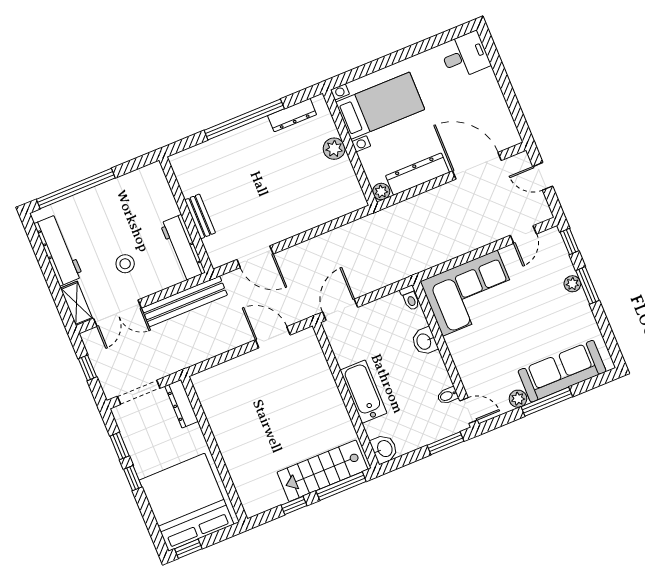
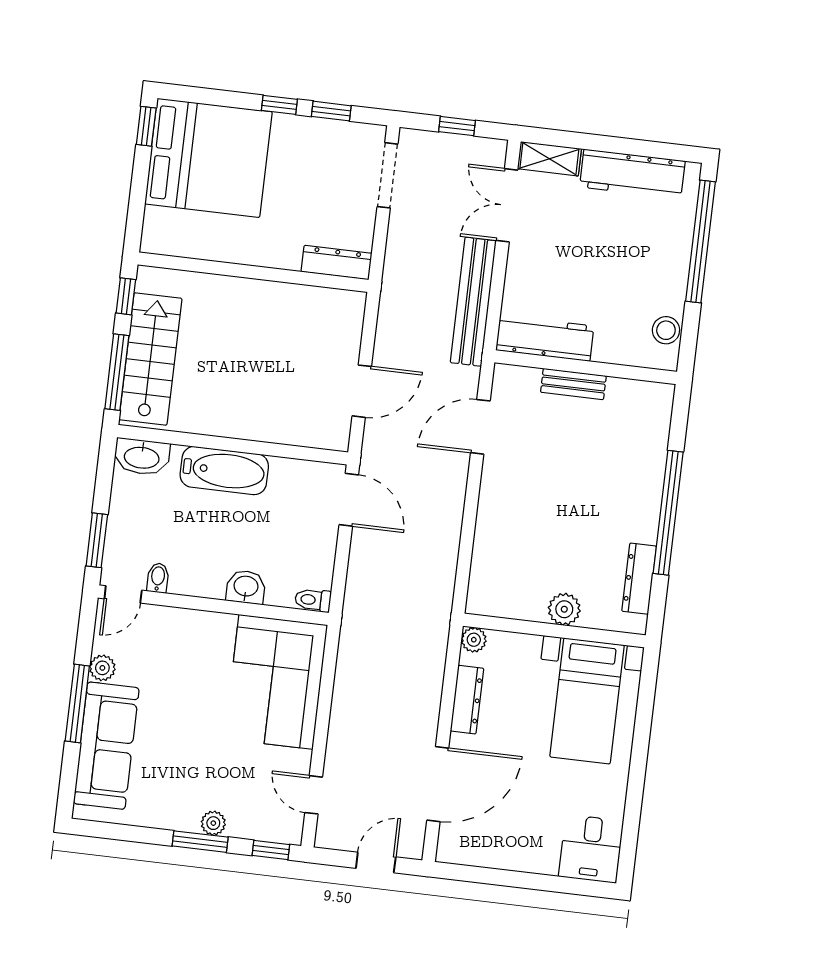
dresser: (417, 174) -> (467, 700), width x0.73, depth x0.80
stool: (125, 264) -> (666, 330), moved
dresser: (182, 404) -> (337, 262), moved
wall: (214, 449) -> (253, 272), moved
washbasin: (384, 449) -> (142, 457), width x1.38

